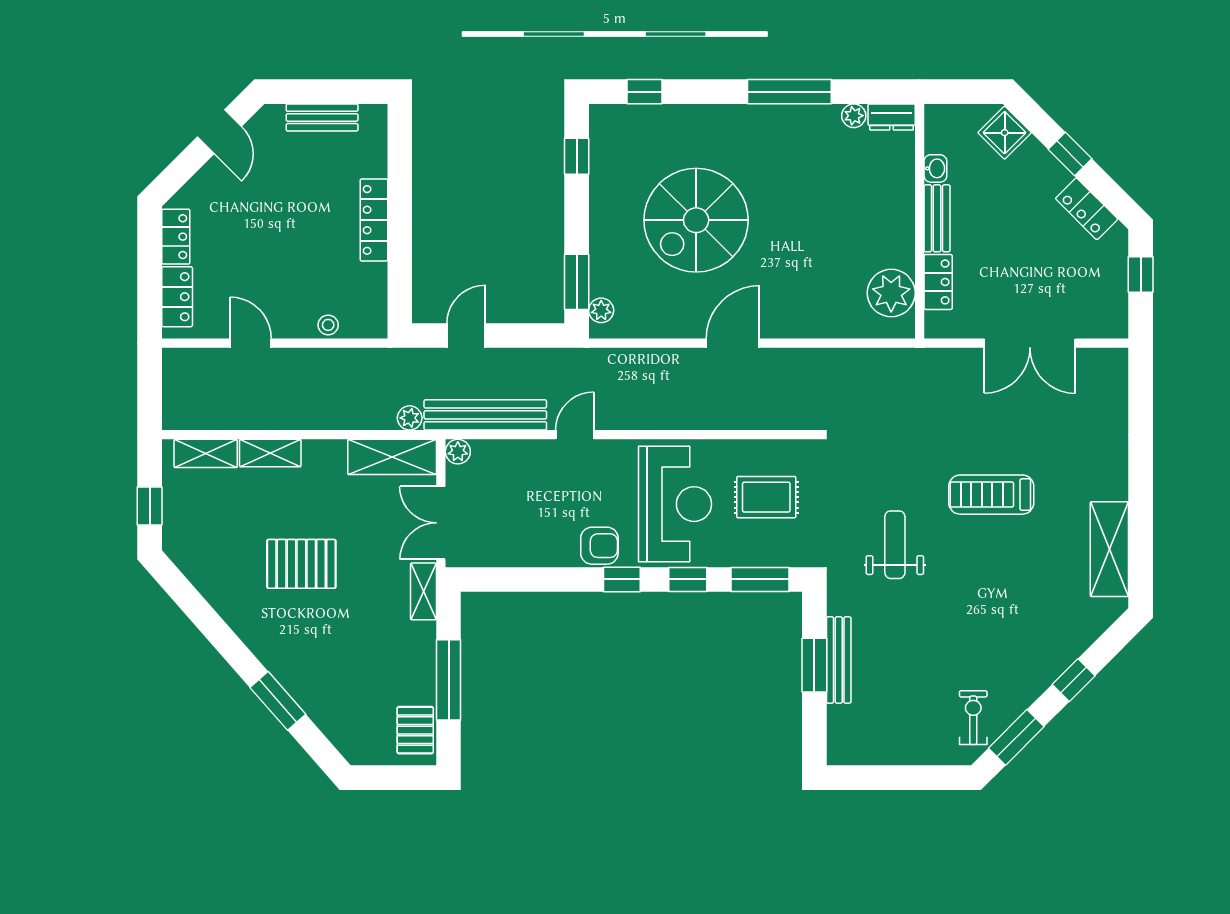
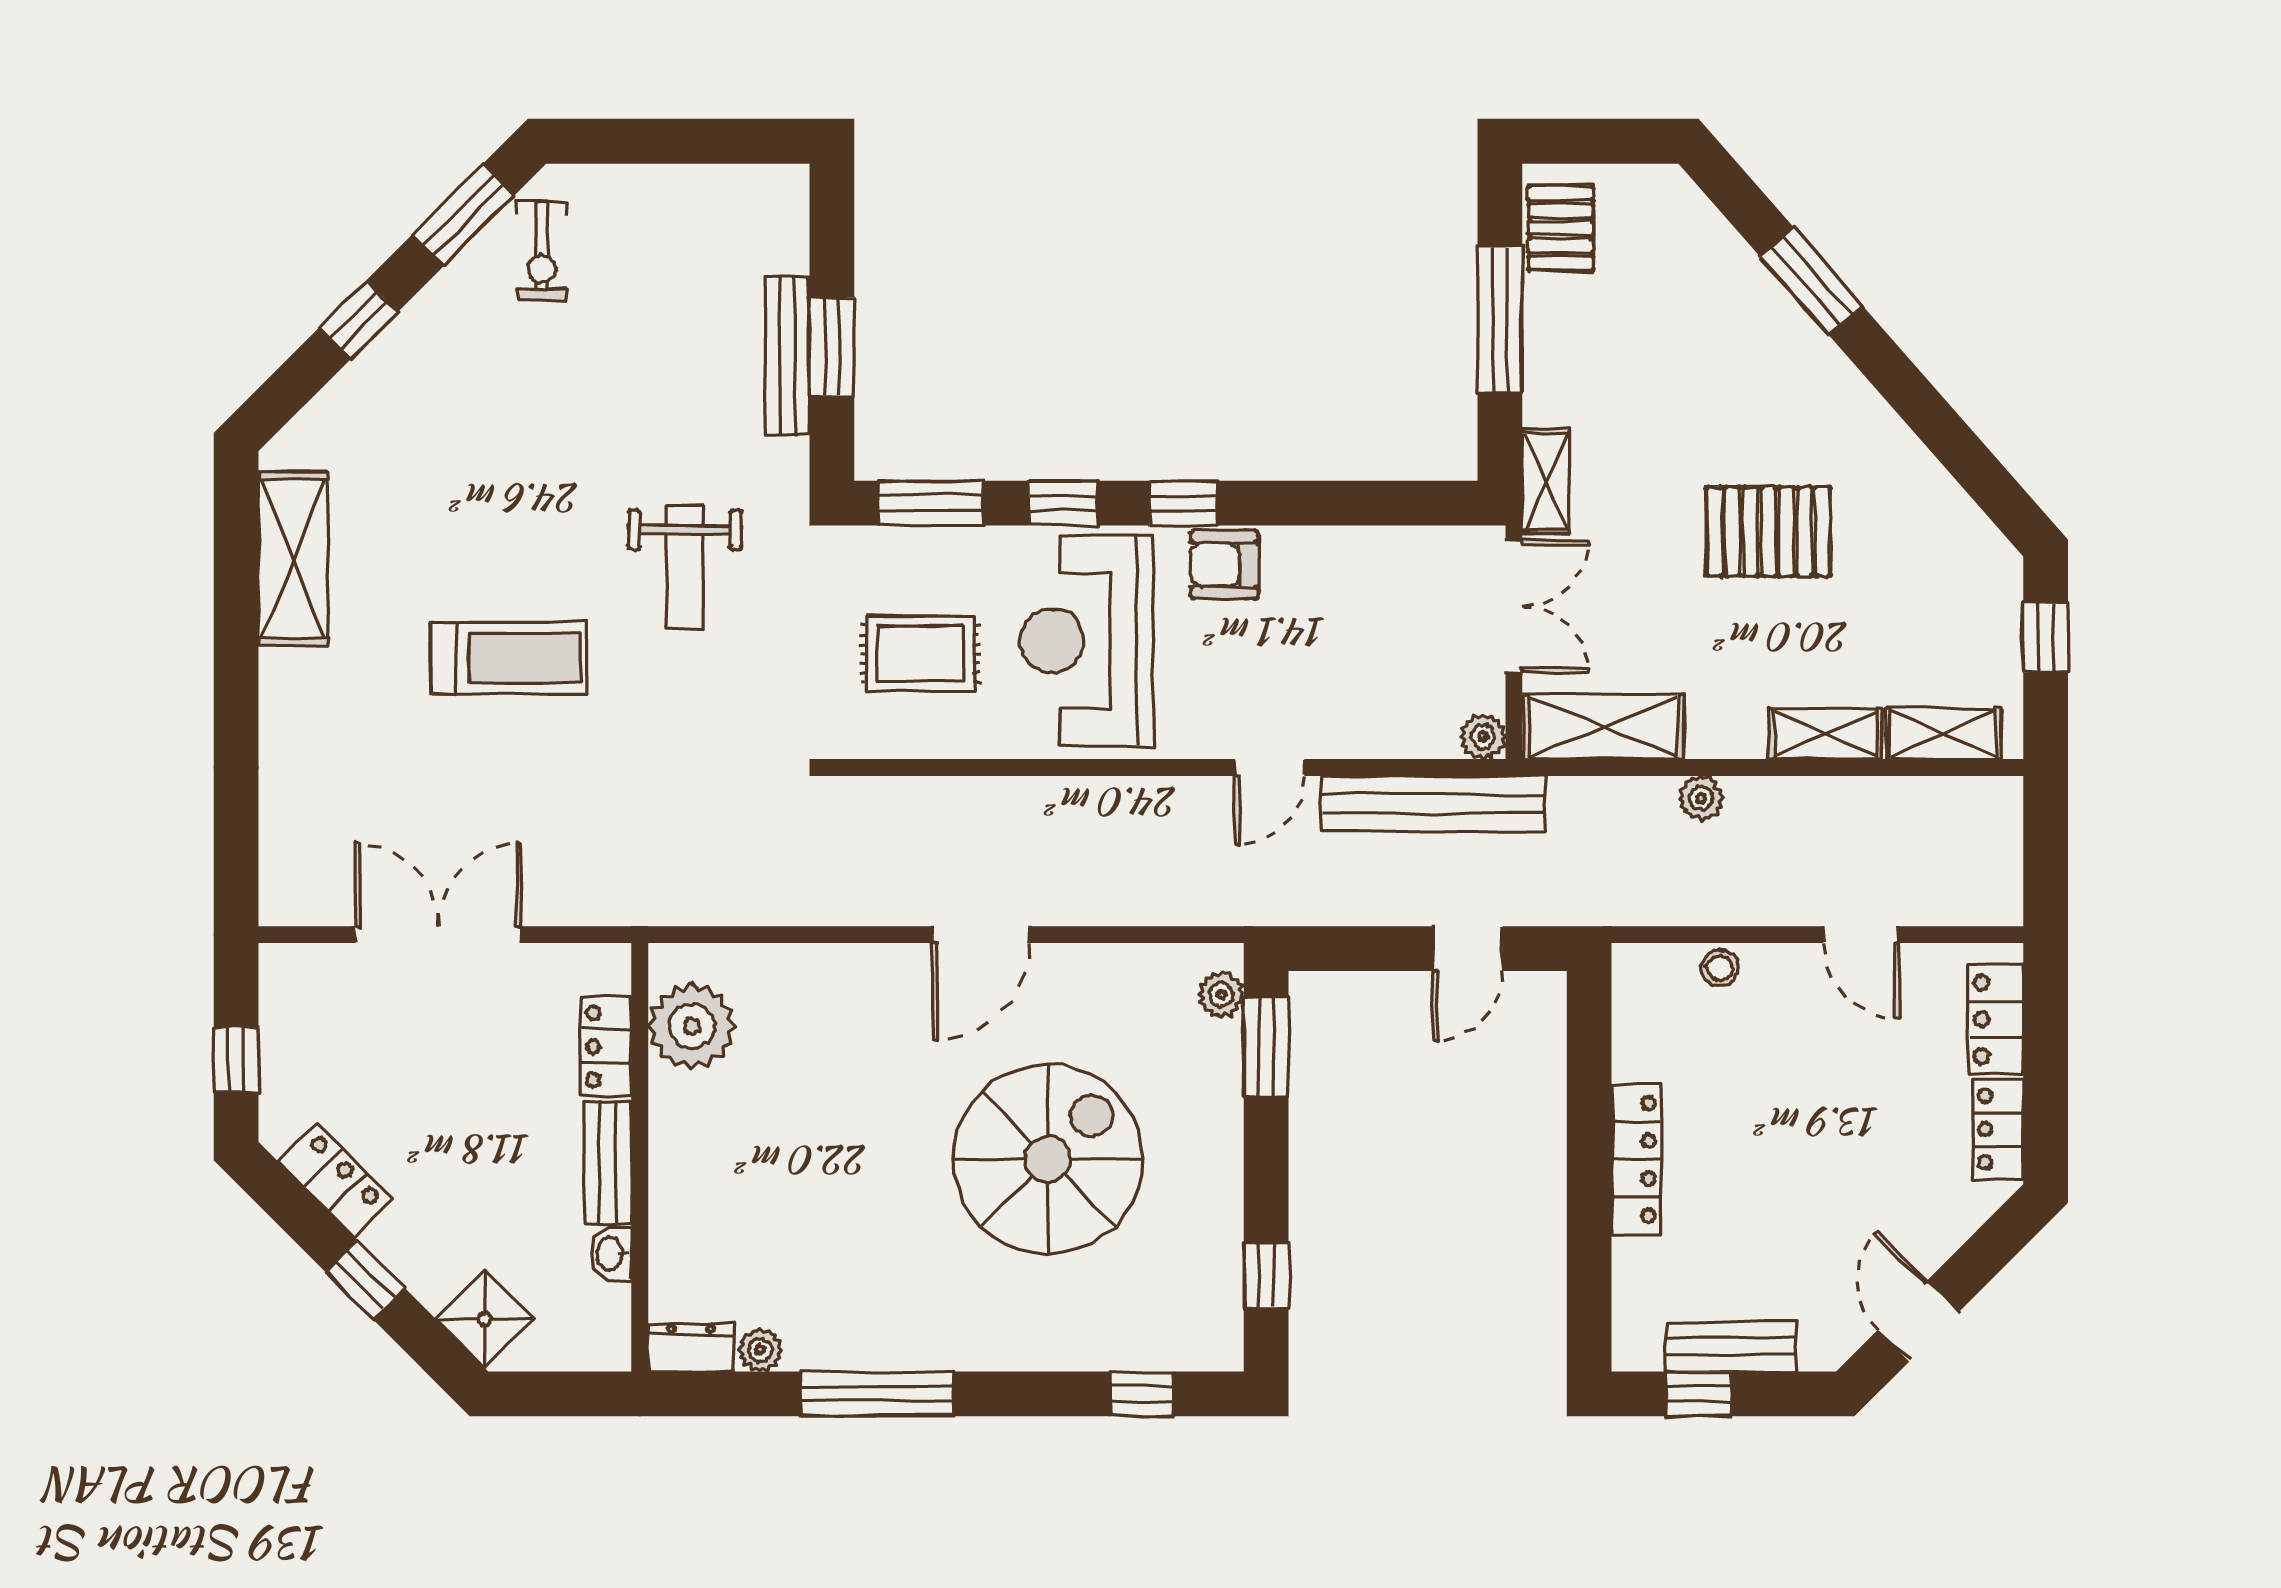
window: (340, 92) -> (1699, 1394), added
plant: (410, 418) -> (1701, 798), moved

